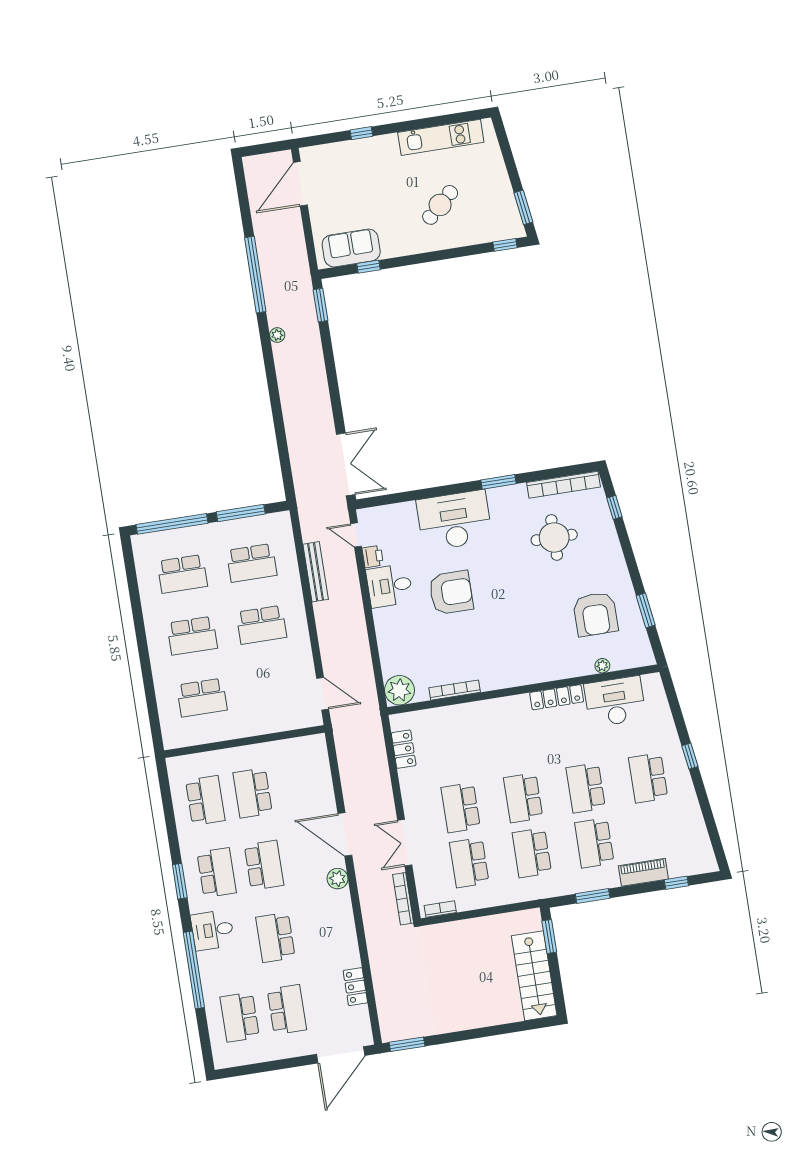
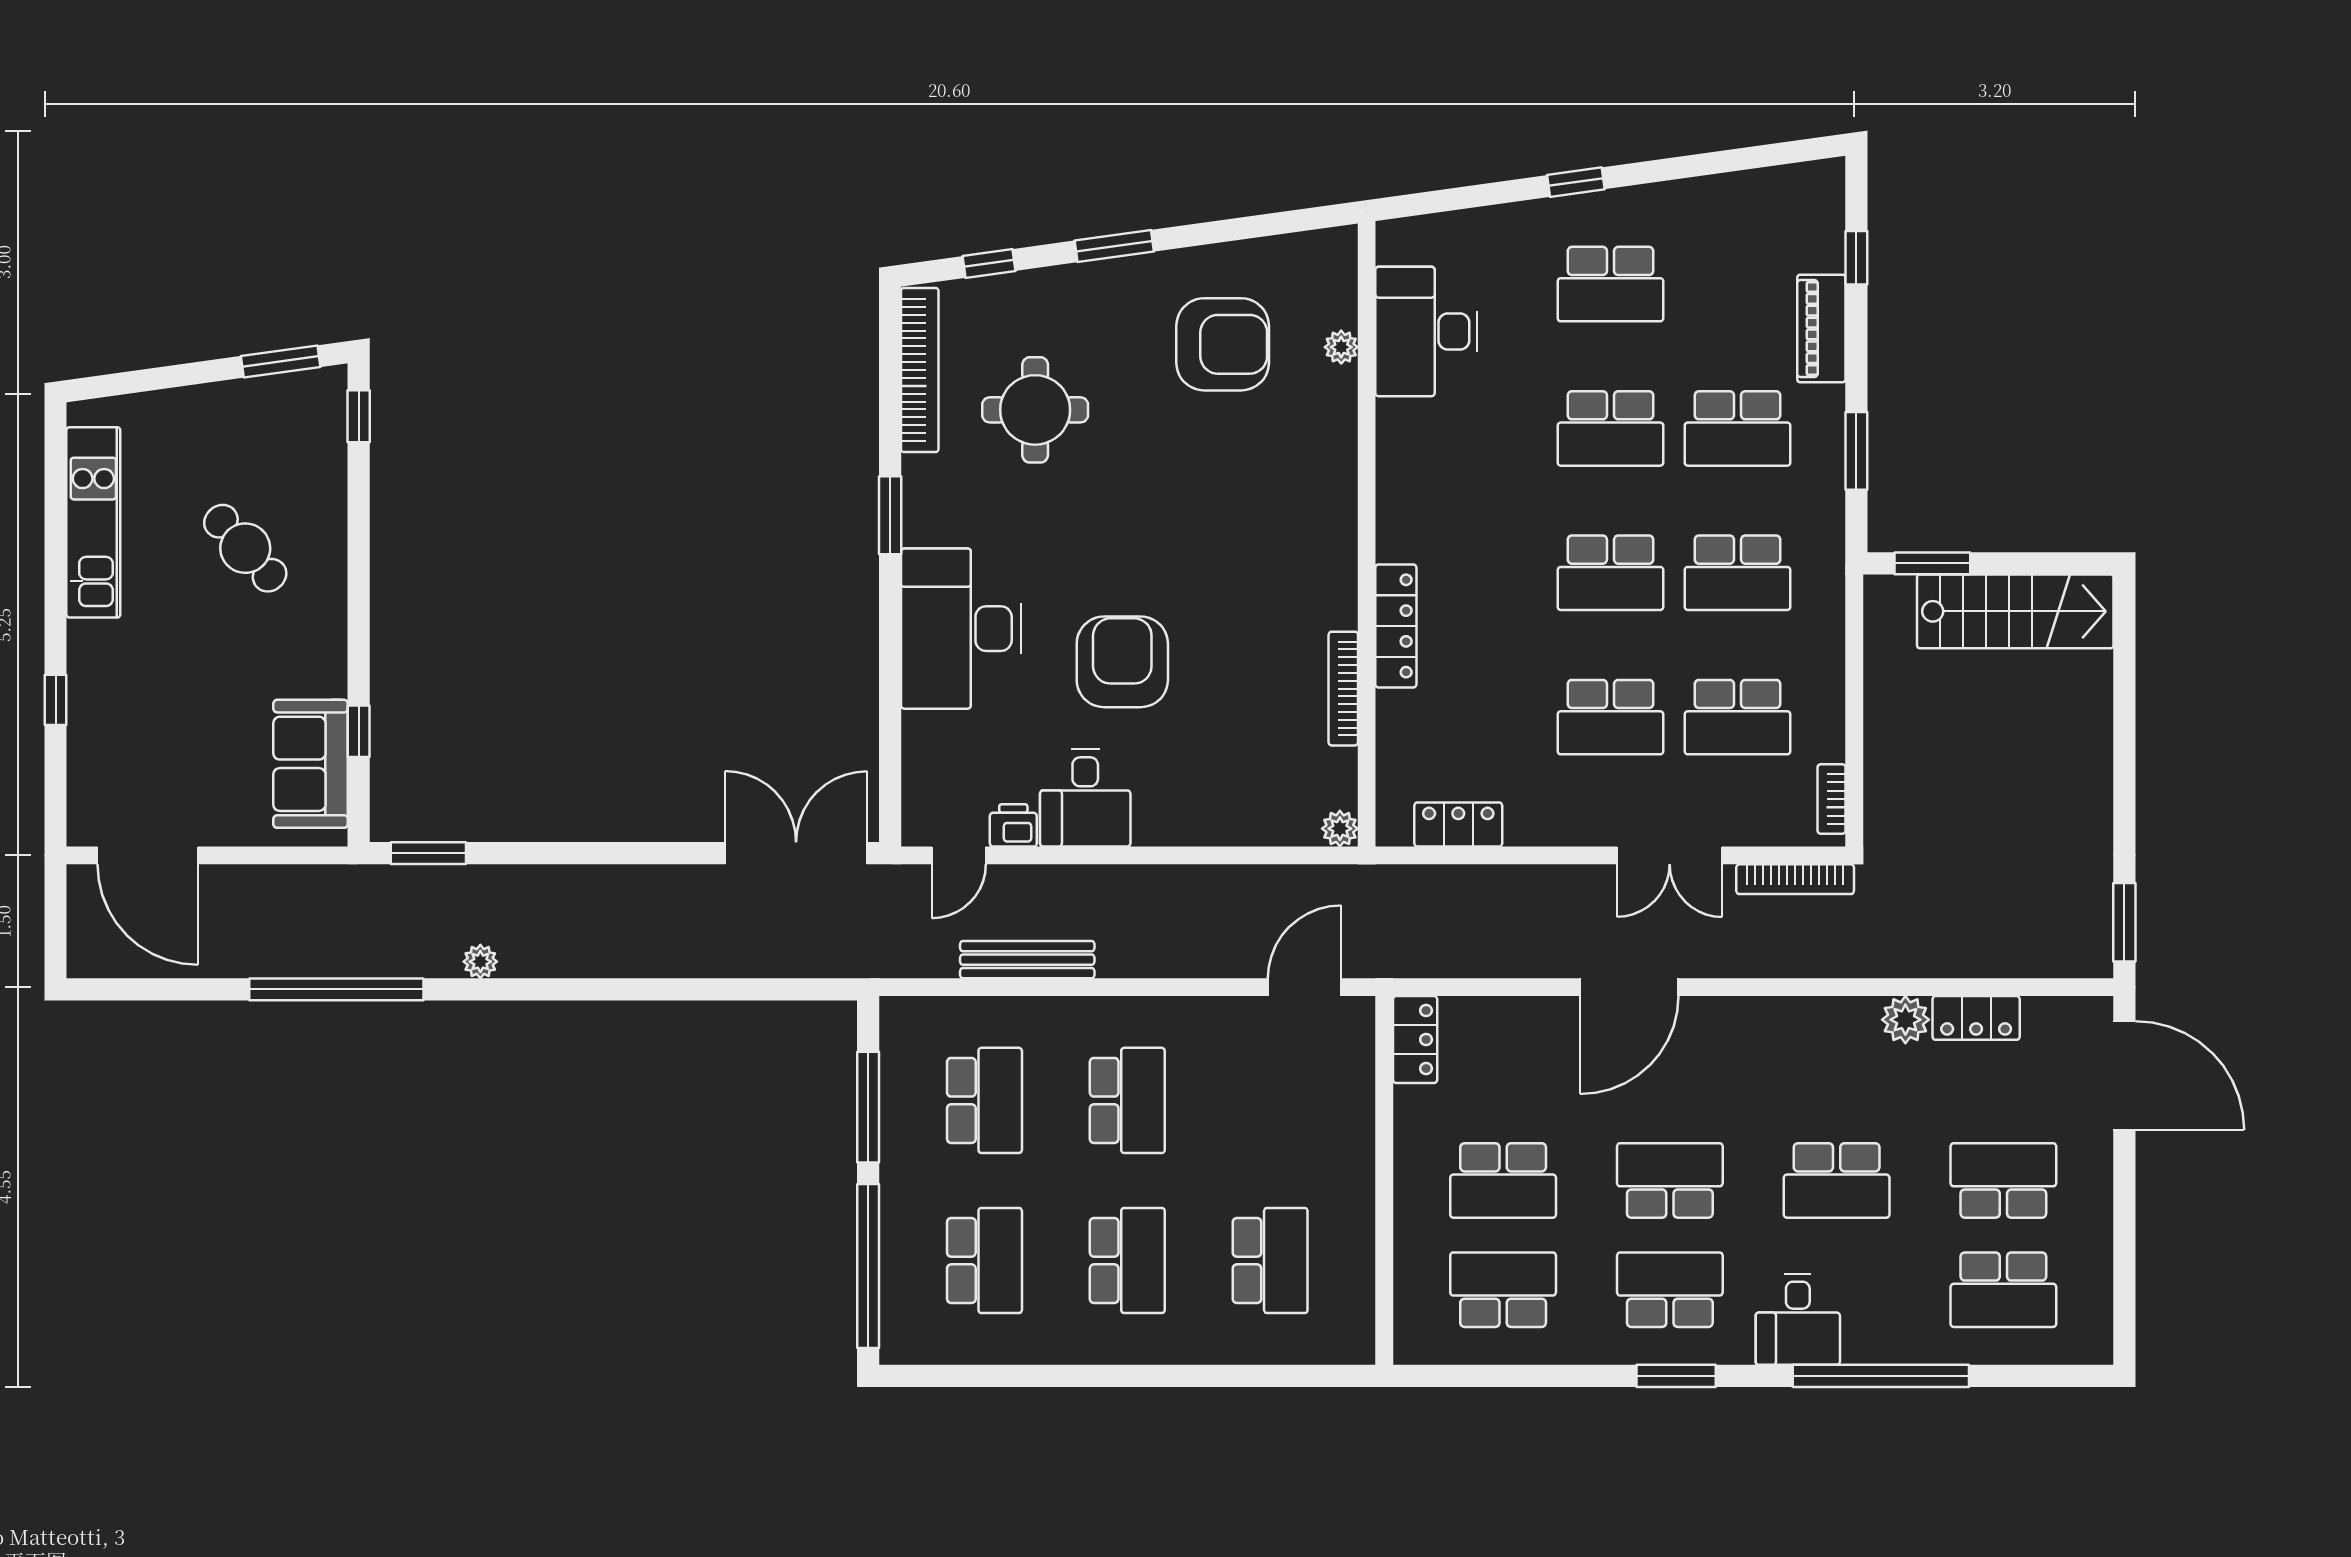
window: (646, 610) -> (1114, 246), moved
plant: (399, 690) -> (1340, 829), width x0.53, depth x0.53
locker: (557, 697) -> (1396, 626), moved
locker: (308, 745) -> (1415, 1040), added
plant: (338, 879) -> (1905, 1020), moved

